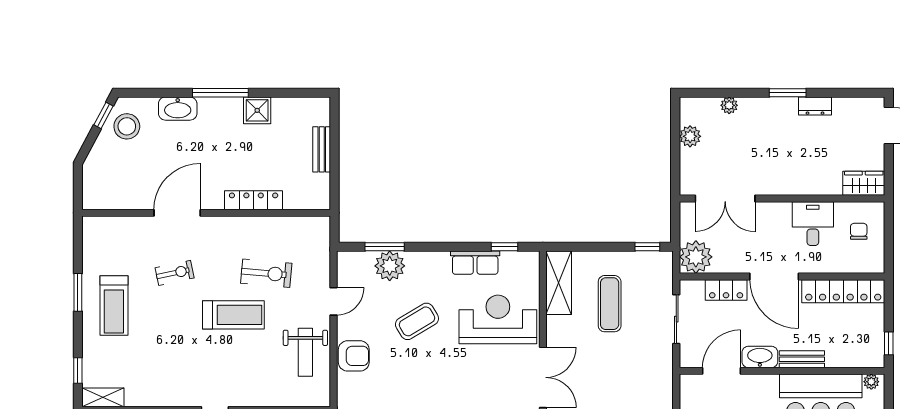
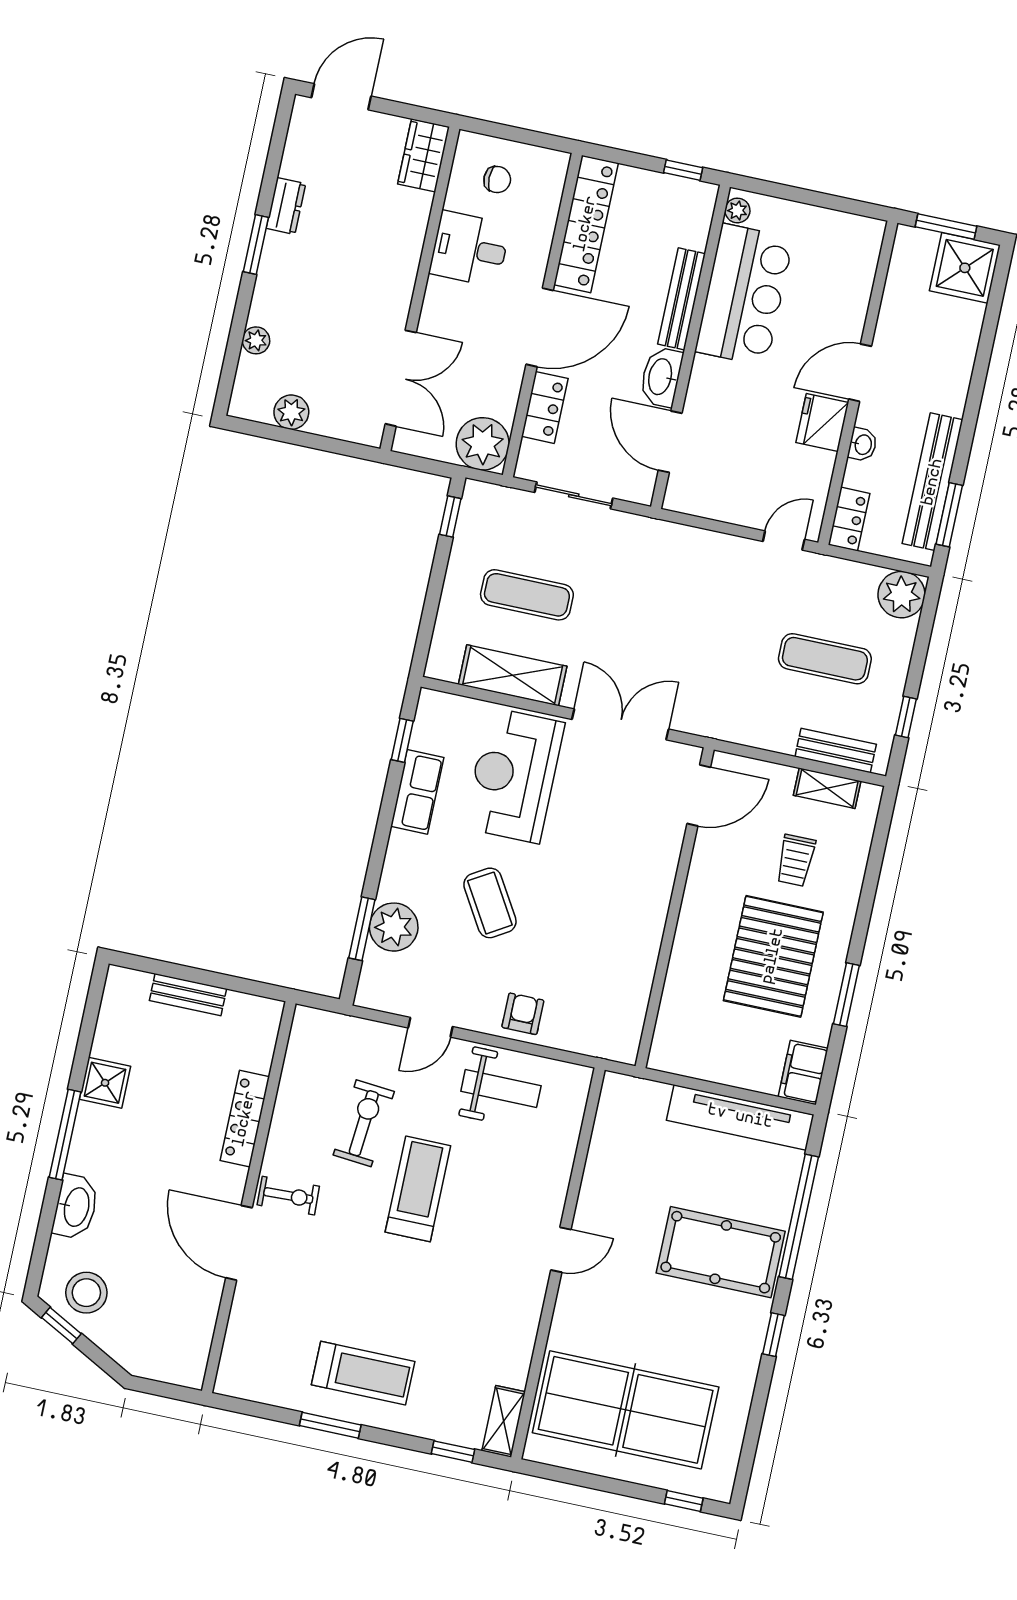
chair: (859, 231) -> (497, 180), turned 180
exercise bike: (175, 273) -> (288, 1196), moved, turned 100
shelving: (559, 283) -> (513, 675), moved
door: (333, 301) -> (430, 1027), swing flipped
armchair: (354, 356) -> (523, 1014), width x0.72, depth x0.72
bench: (802, 359) -> (682, 299), width x1.36

